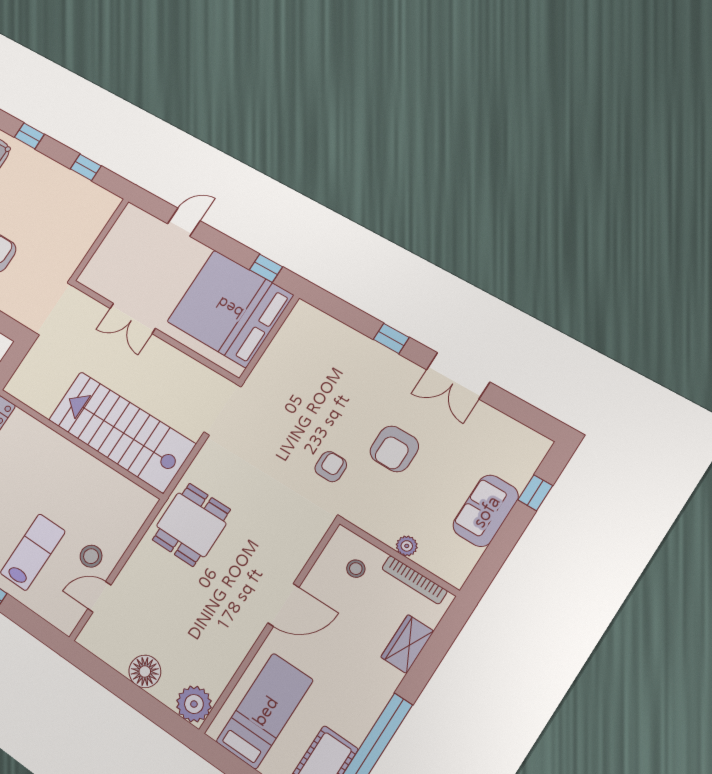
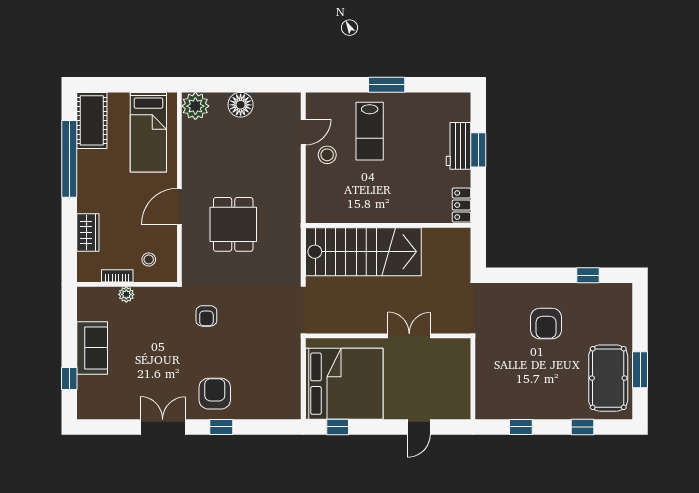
armchair: (394, 449) -> (215, 394), moved
dining table: (191, 525) -> (233, 224), moved
bookcase: (414, 580) -> (117, 276), width x0.64

